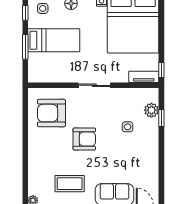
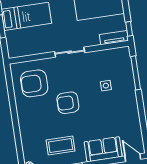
plant: (151, 110) -> (125, 67), removed
window: (161, 118) -> (136, 73), width x2.17
armchair: (84, 139) -> (68, 103), turned 180

